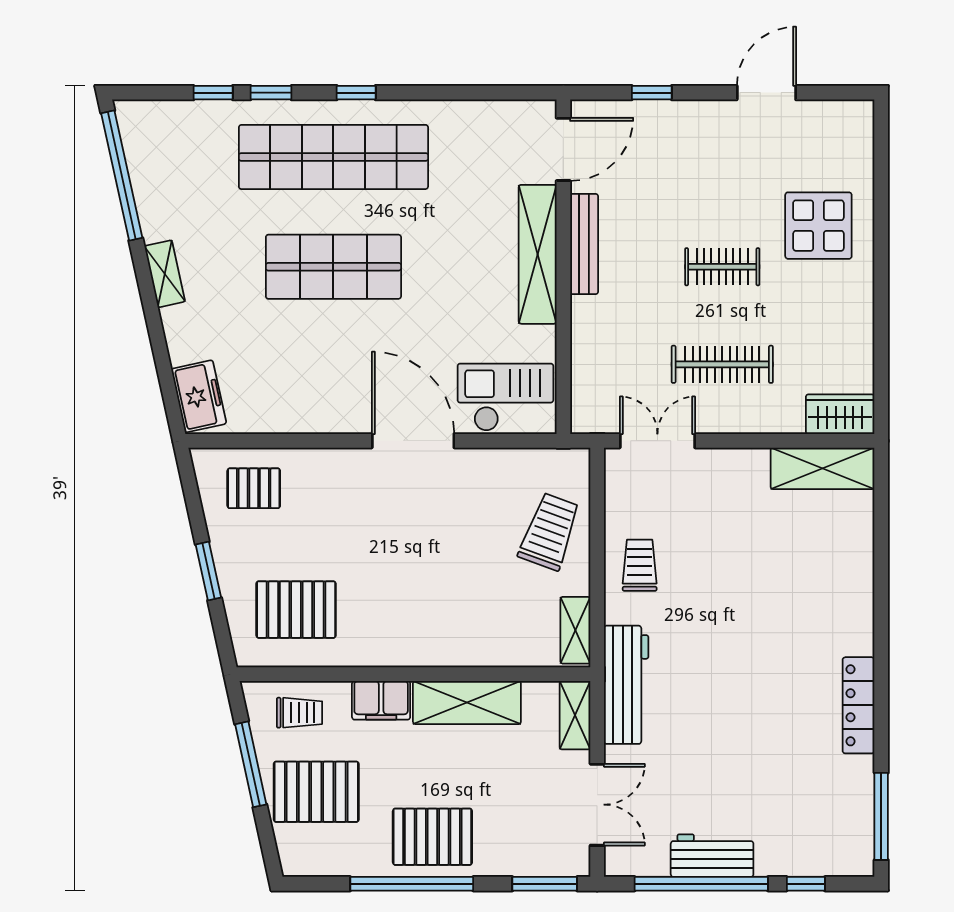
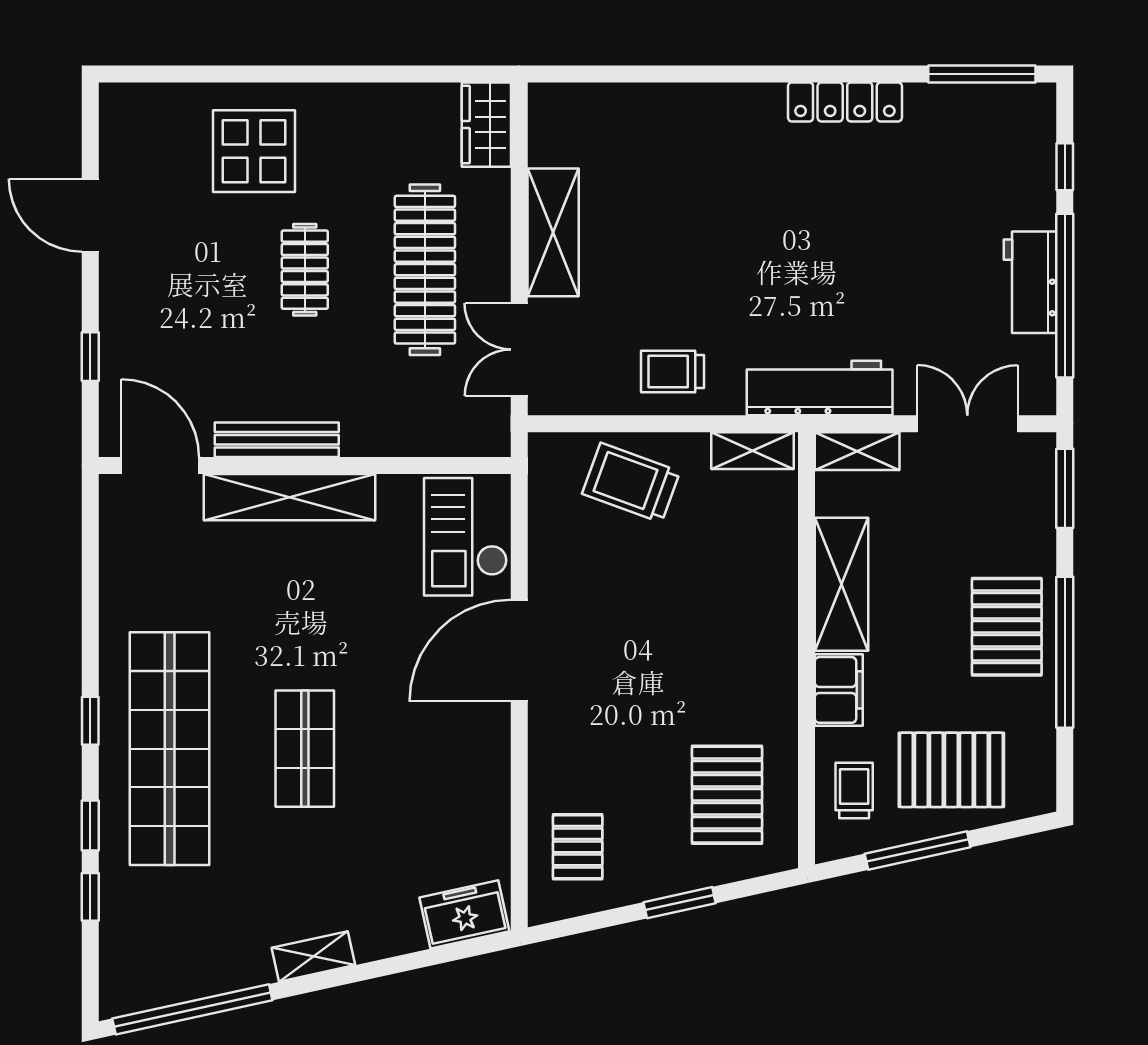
shop shelf: (333, 267) -> (305, 749), width x0.70, depth x0.74
clothes rail: (722, 364) -> (425, 270), width x1.37, depth x1.31
shelving: (822, 468) -> (553, 232), moved
pallet: (316, 792) -> (951, 770), turned 90

